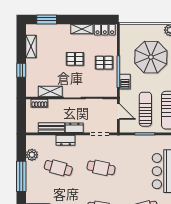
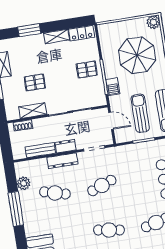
window: (47, 19) -> (29, 30), moved
pallet: (75, 59) -> (35, 82), moved
dresser: (65, 140) -> (62, 161), width x1.44
cafe table: (101, 168) -> (102, 185), turned -33

